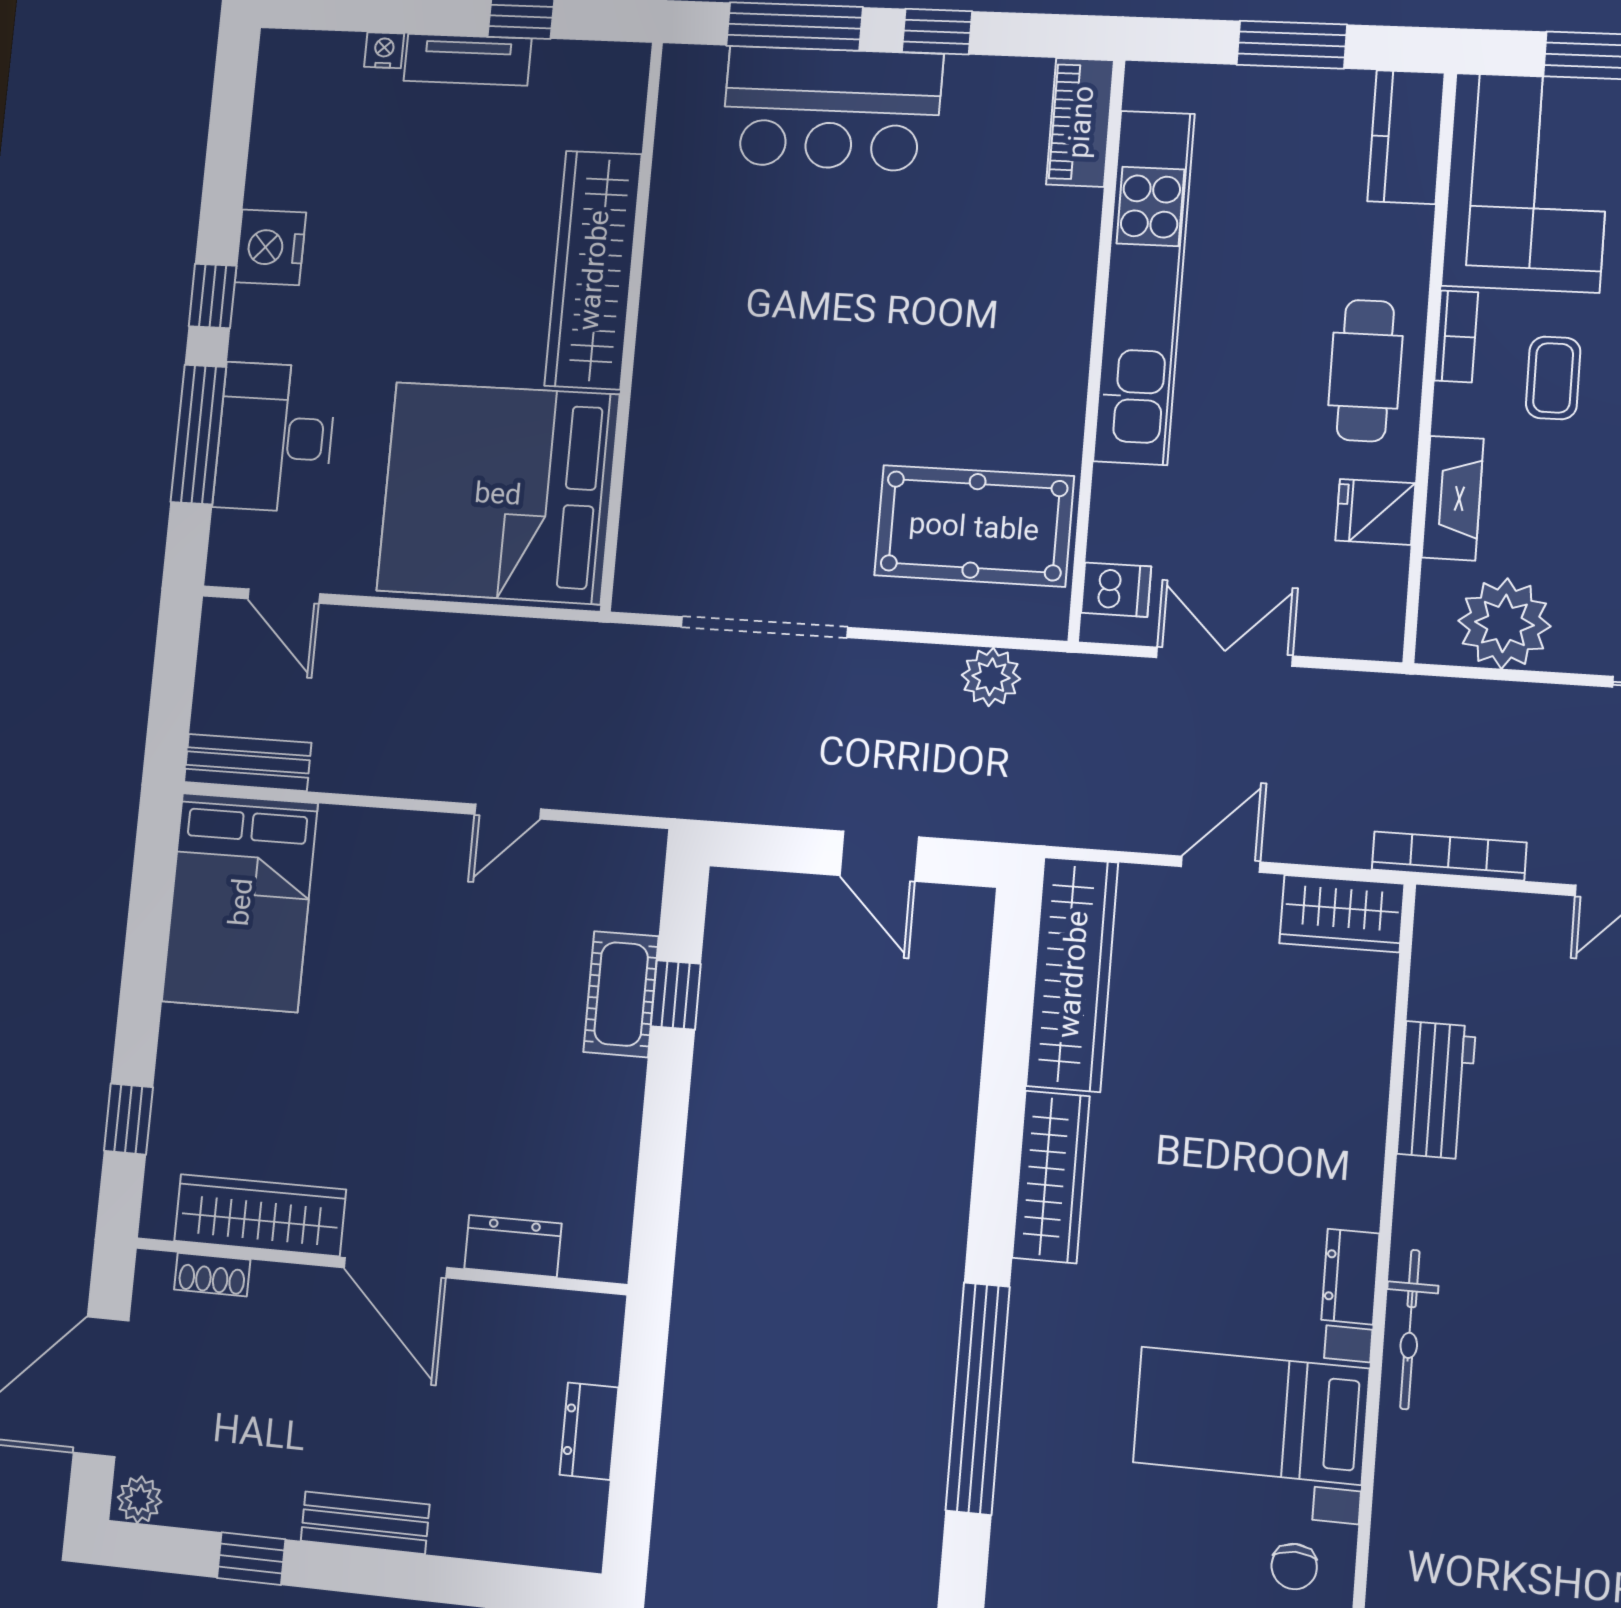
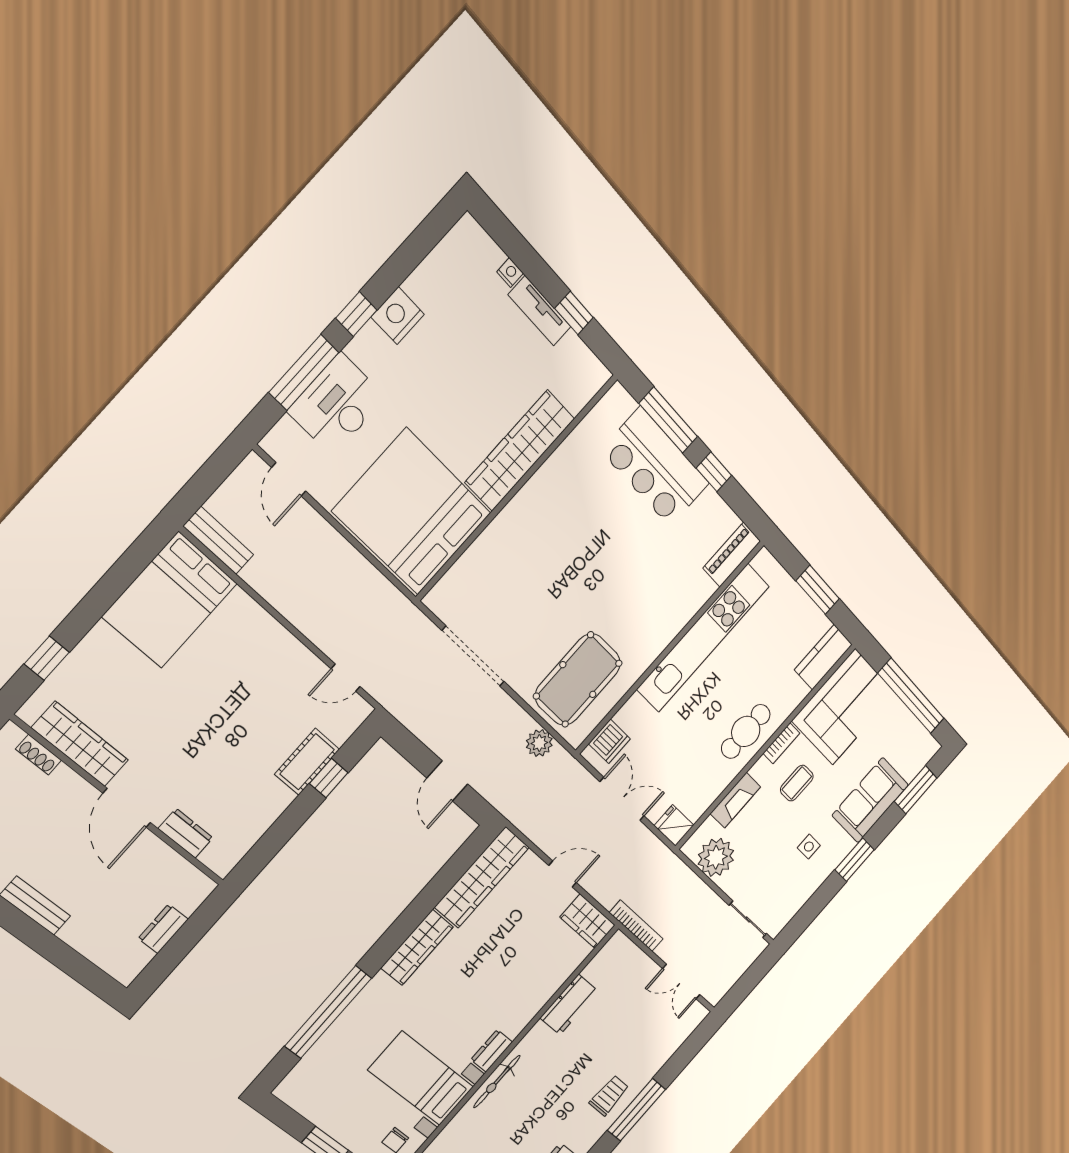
fridge: (1375, 512) -> (674, 825), moved
pool table: (974, 526) -> (578, 680), turned 90
dishwasher: (1116, 590) -> (609, 741), width x1.38
door: (508, 812) -> (346, 678), moved

